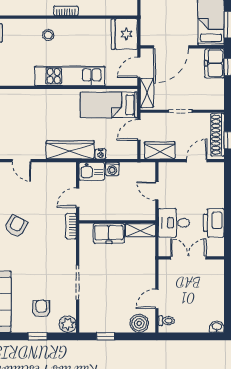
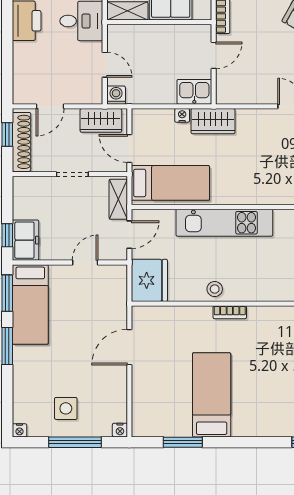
stool: (48, 35) -> (215, 289), moved
door: (171, 47) -> (85, 263), width x0.53
door: (139, 130) -> (129, 149), swing flipped
wardrobe: (70, 150) -> (213, 121), width x0.67
washing machine: (112, 169) -> (116, 95), moved

